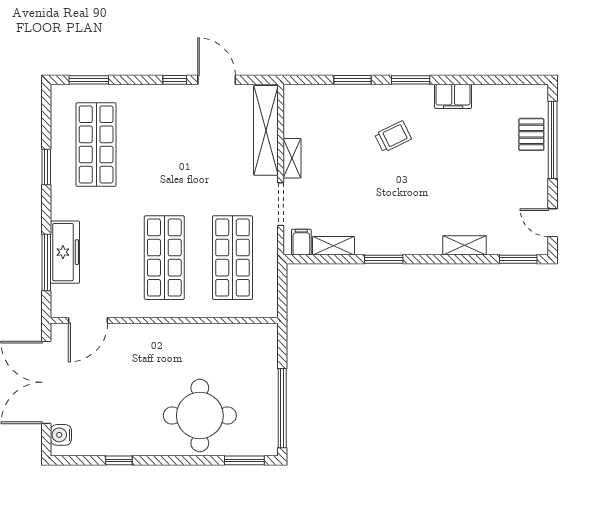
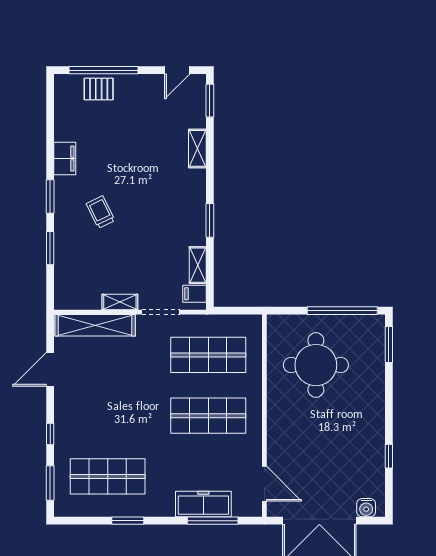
window: (175, 80) -> (50, 434), moved
round table: (200, 415) -> (316, 365), moved

